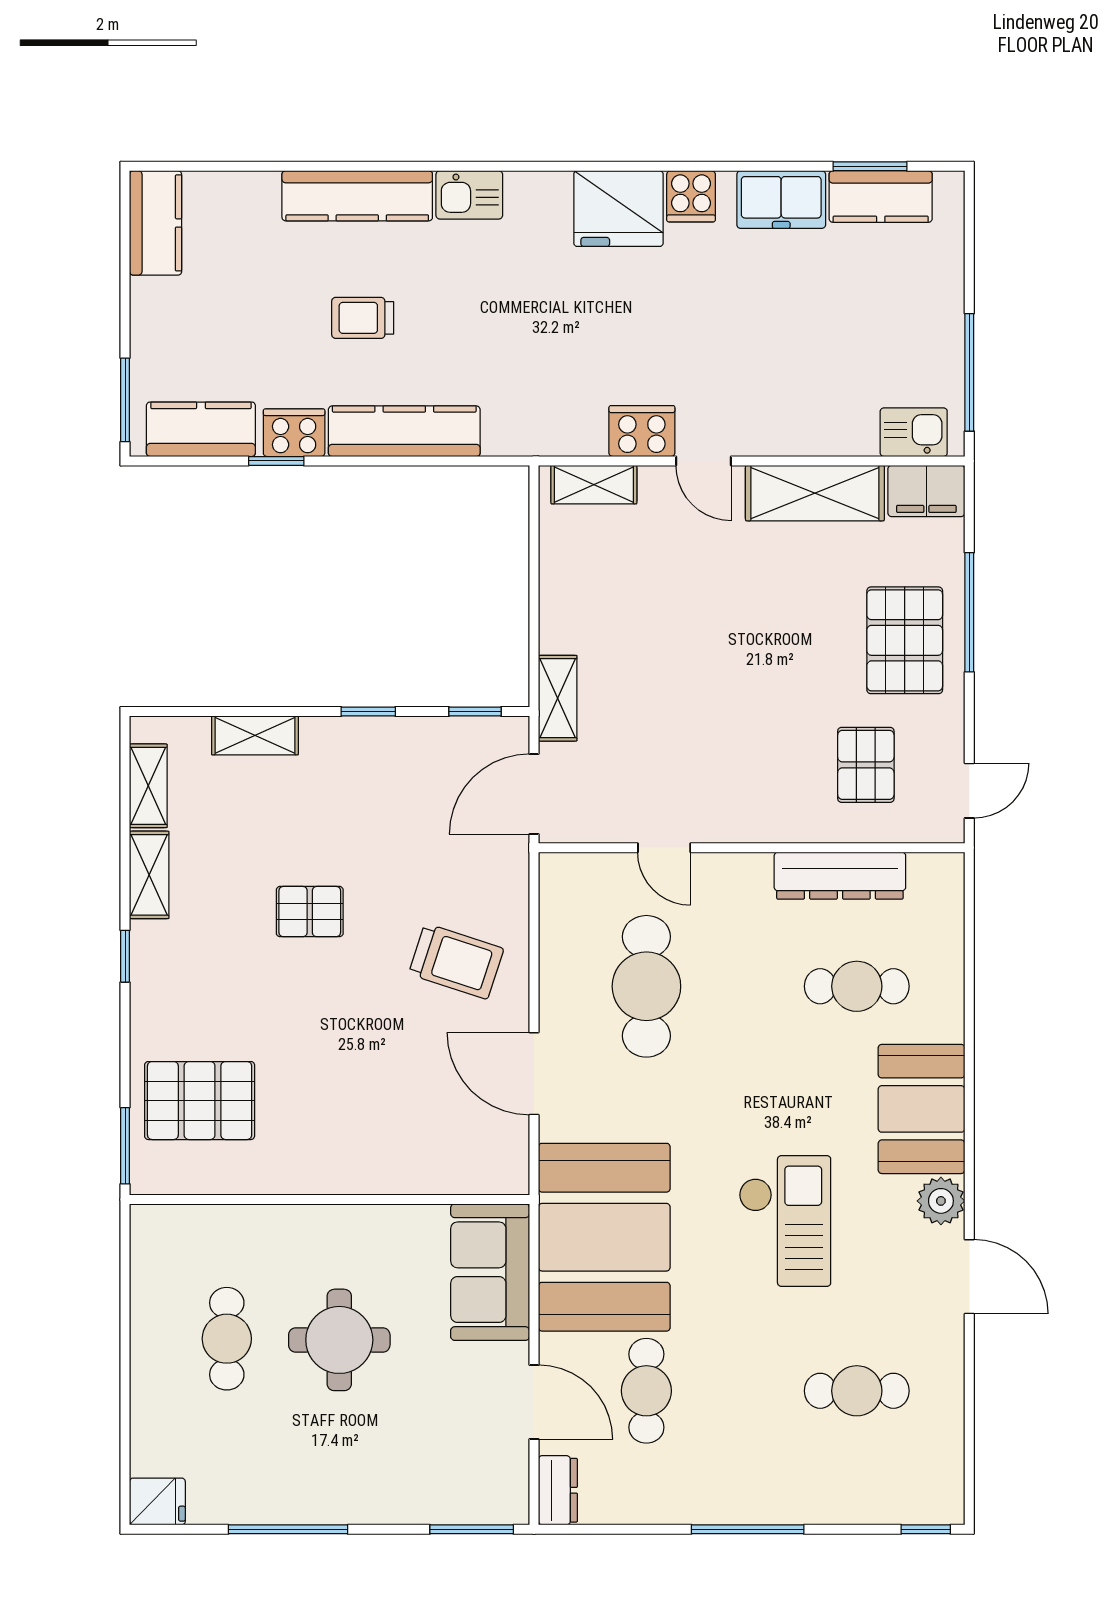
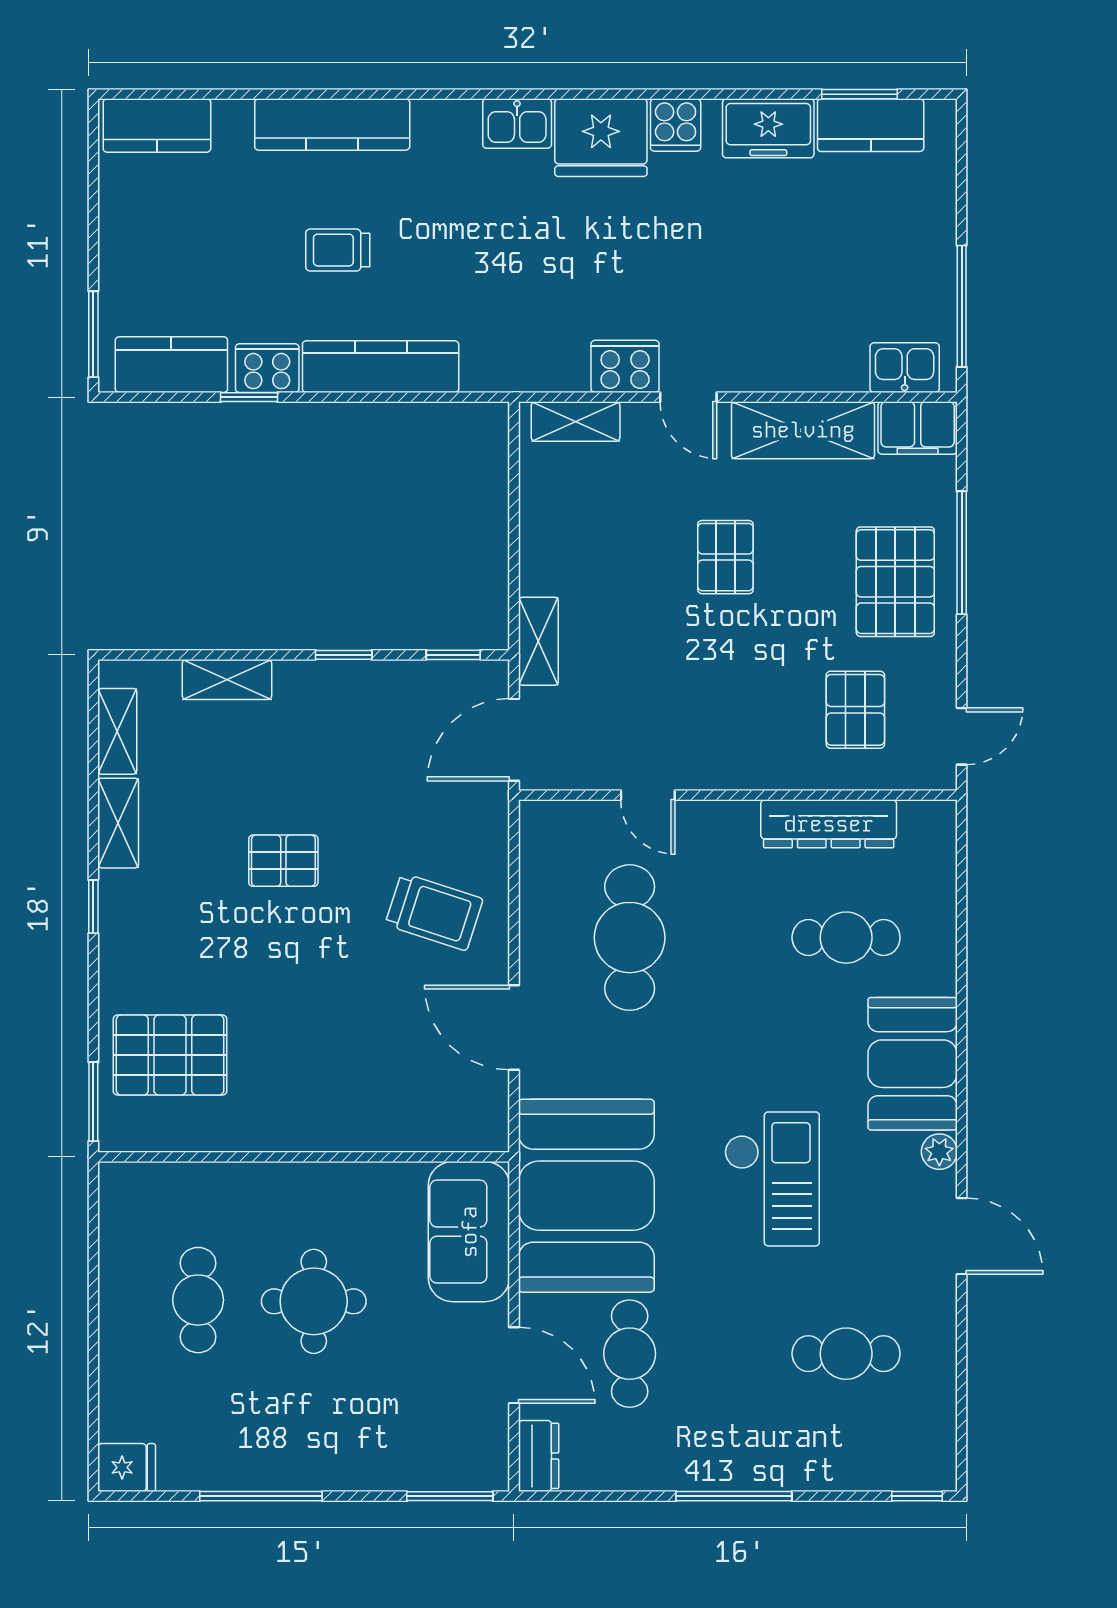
kitchen sink: (469, 195) -> (517, 124), moved
kitchen counter: (156, 223) -> (157, 126), moved, turned 90
pallet: (740, 616) -> (725, 557), added
plant: (941, 1201) -> (939, 1152), width x0.73, depth x0.73

